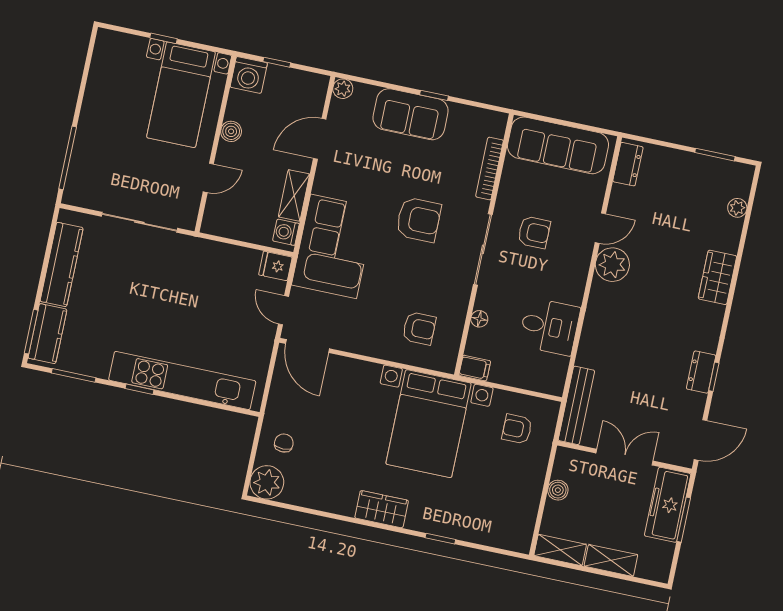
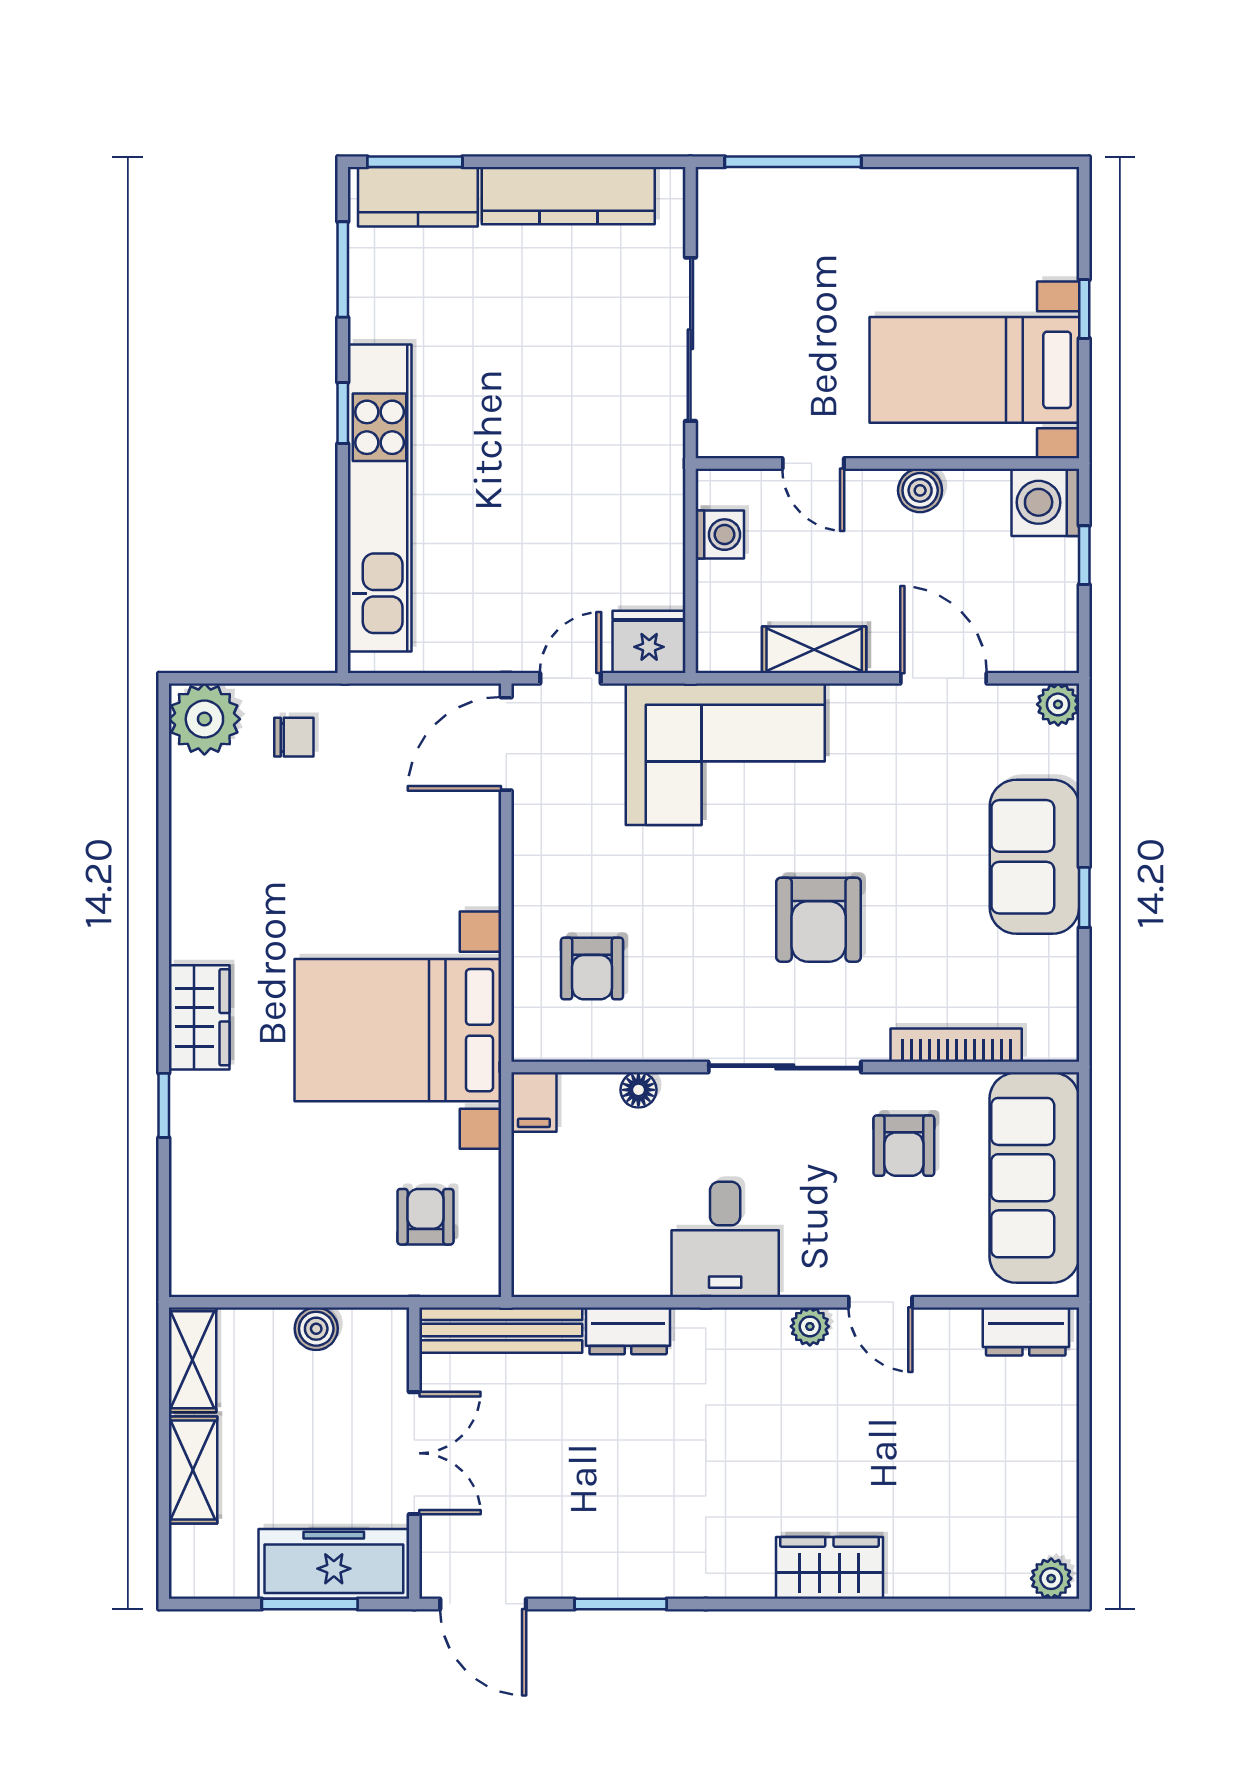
window: (715, 155) -> (1084, 1509), removed
plant: (737, 208) -> (1051, 1579), moved
washing machine: (286, 232) -> (720, 535), moved, turned 90
armchair: (534, 232) -> (904, 1146), moved
plant: (612, 265) -> (810, 1326), width x0.53, depth x0.53
fridge: (275, 266) -> (649, 642), width x1.38
desk: (549, 327) -> (725, 1239), moved
dresser: (701, 372) -> (628, 1331), moved, turned 180
window: (714, 377) -> (621, 1604), width x1.50
wardrobe: (382, 509) -> (199, 1017), moved

